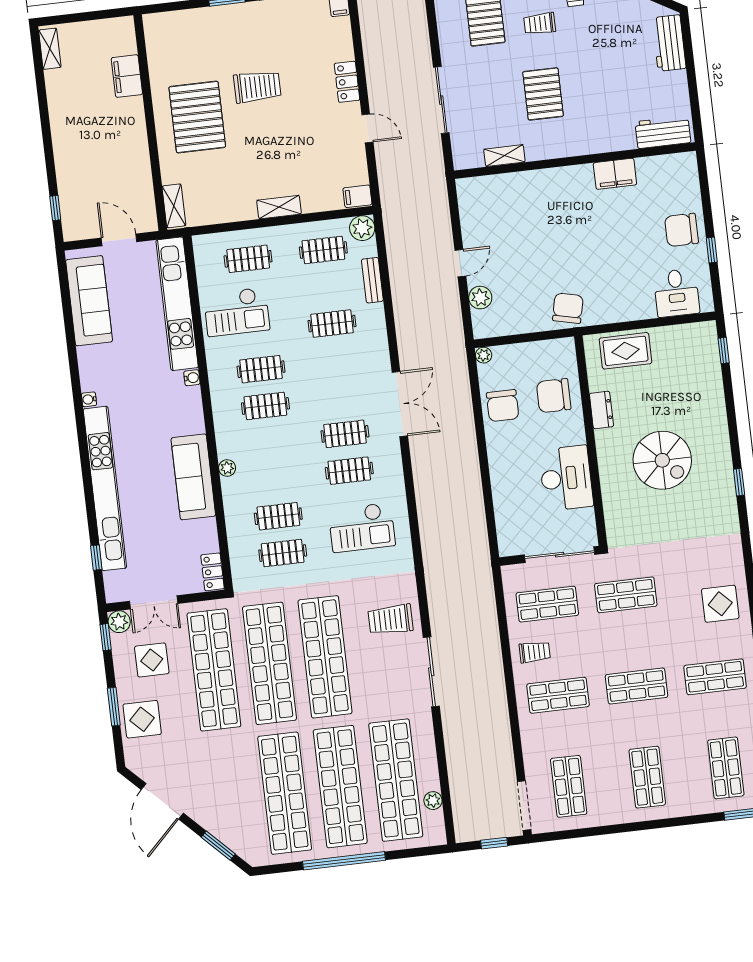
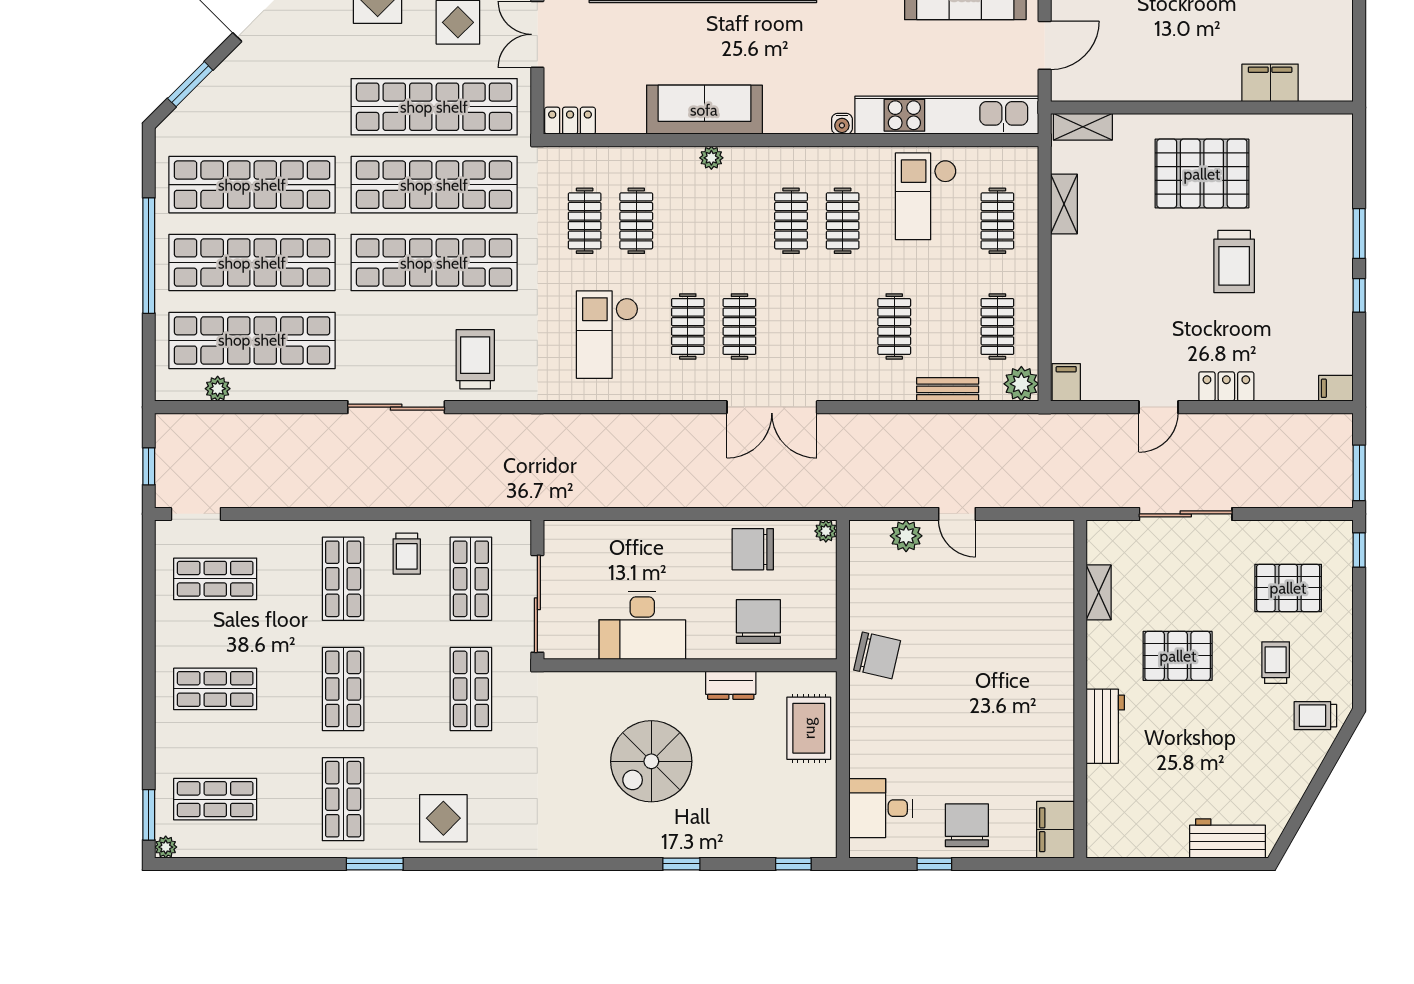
workbench: (663, 132) -> (1105, 726), moved
filing cabinet: (615, 174) -> (1055, 830), moved
shelving: (279, 207) -> (1064, 204), moved
window: (739, 482) -> (681, 864), moved
doorway: (524, 806) -> (196, 514), width x0.73

